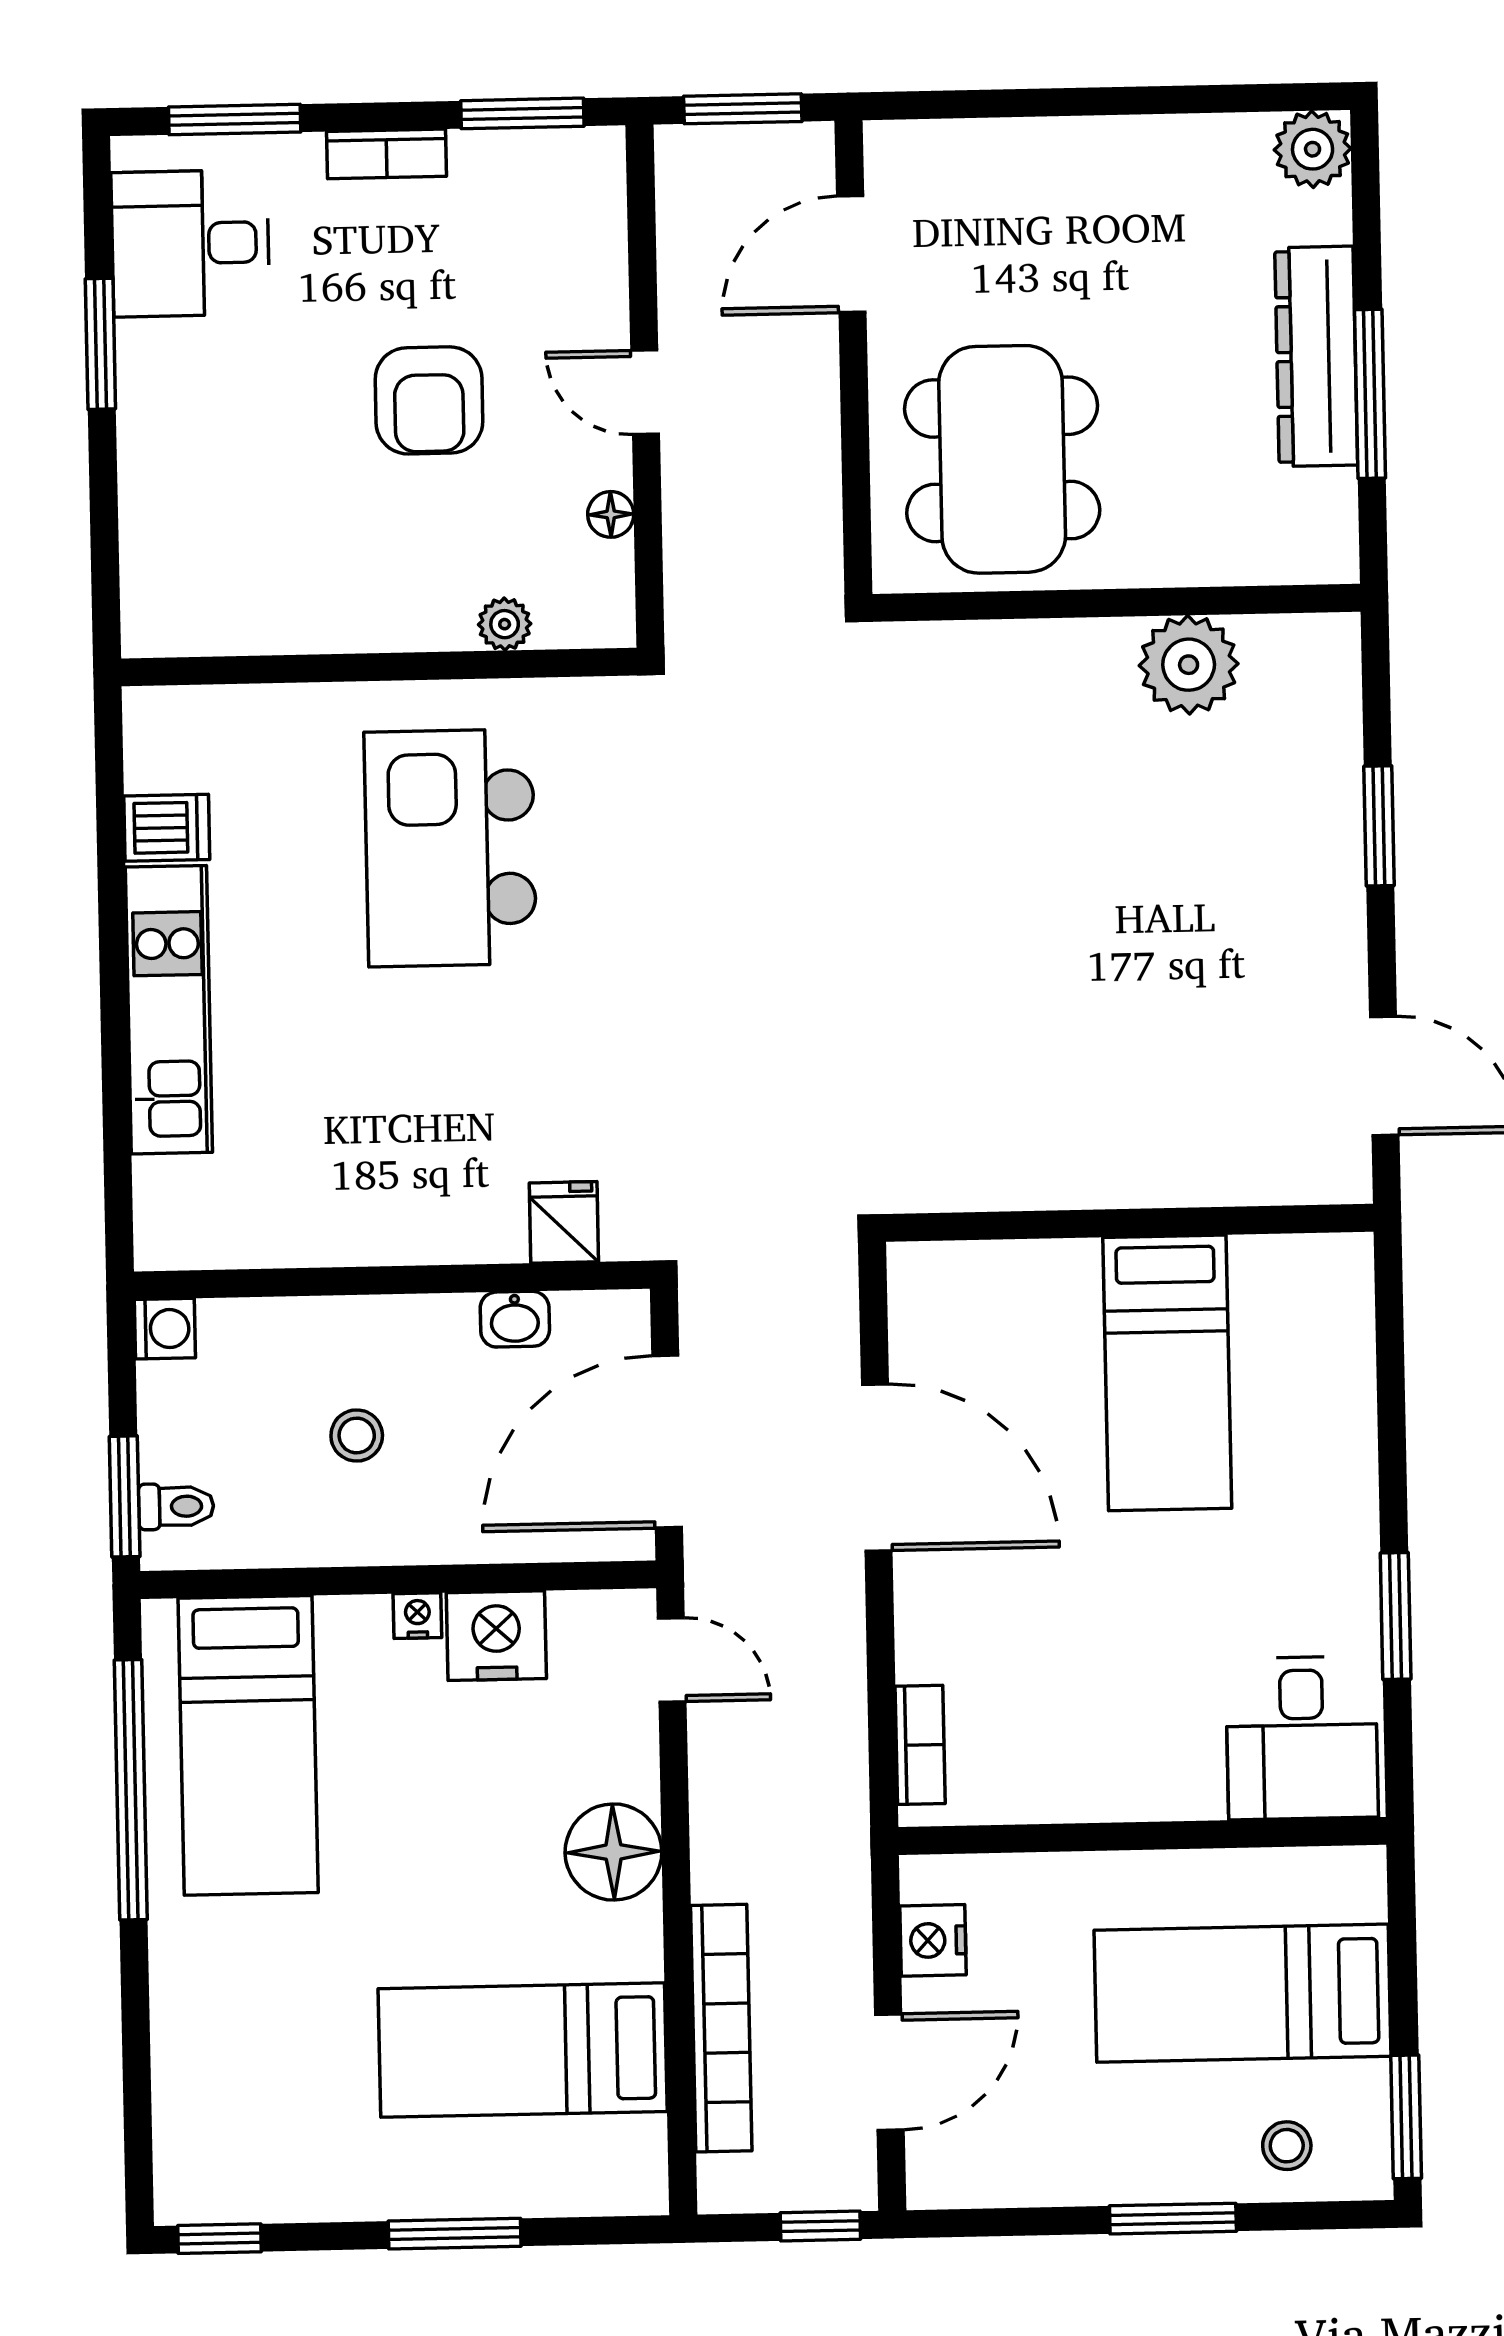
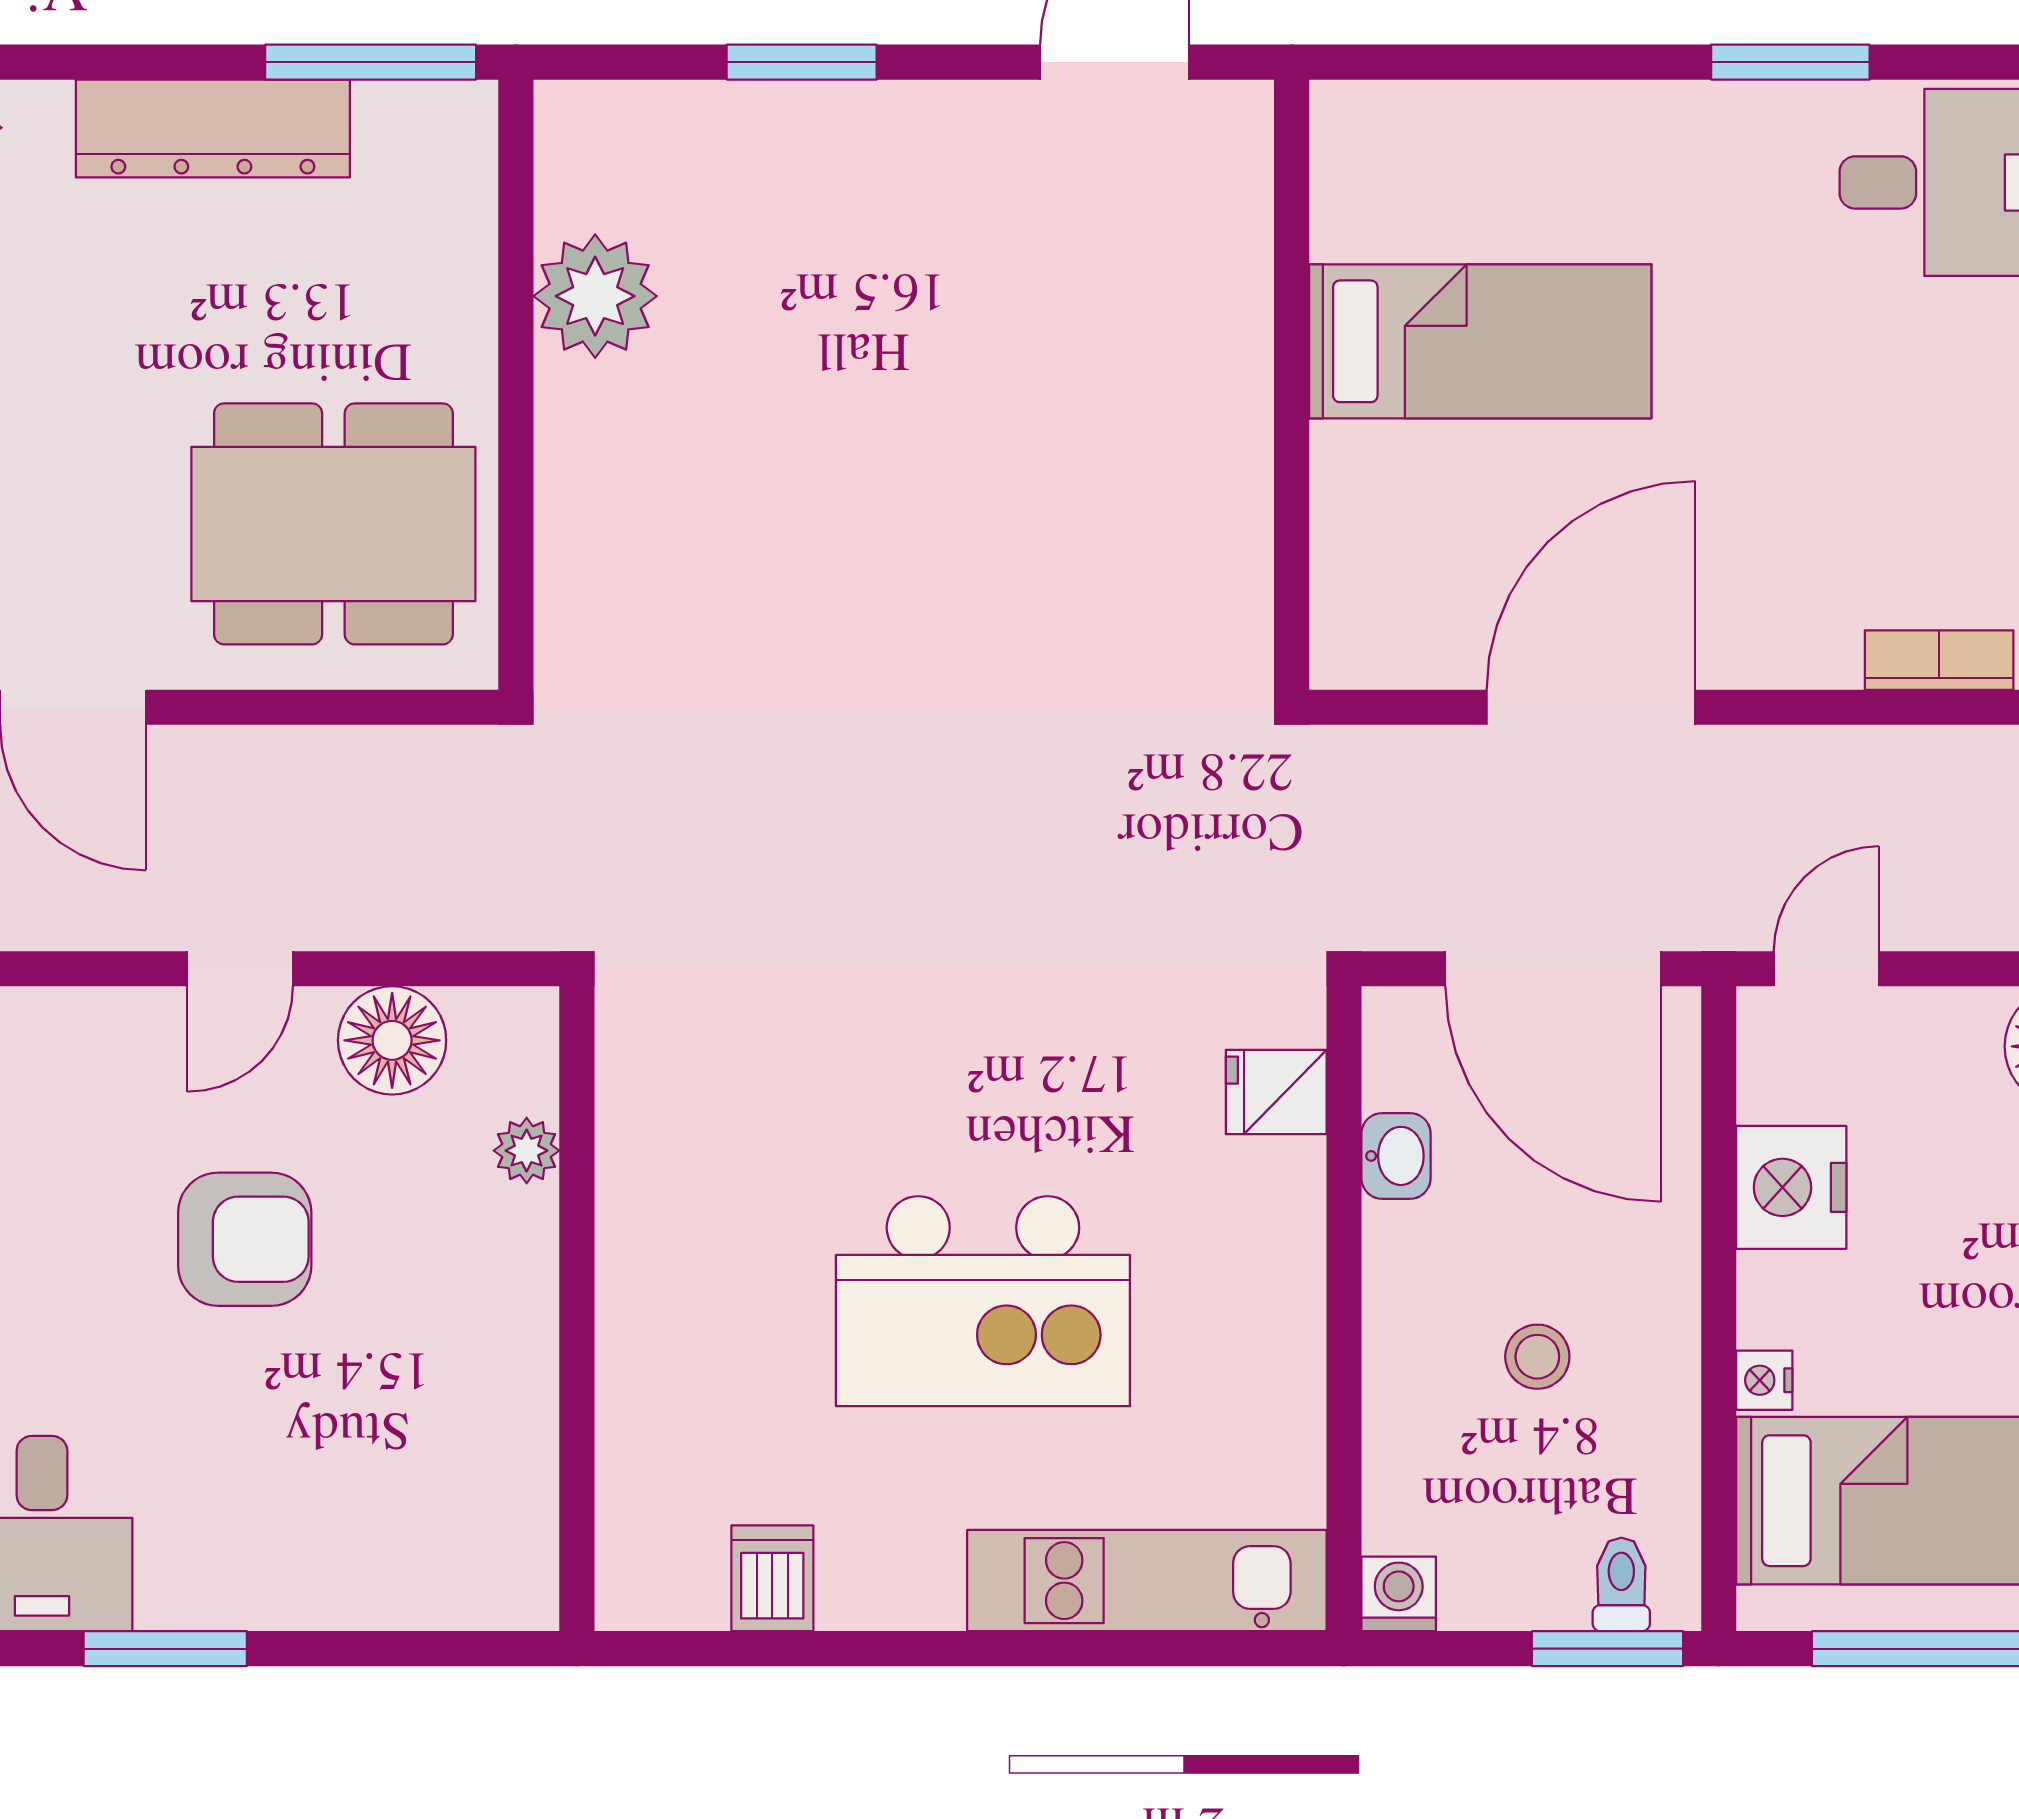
window: (1370, 394) -> (371, 62), moved
floor lamp: (611, 514) -> (392, 1040), width x1.89, depth x1.89
kitchen island: (450, 848) -> (983, 1301), moved
kitchen unit: (169, 1010) -> (1147, 1581), moved
nightstand: (417, 1616) -> (1764, 1380), moved

